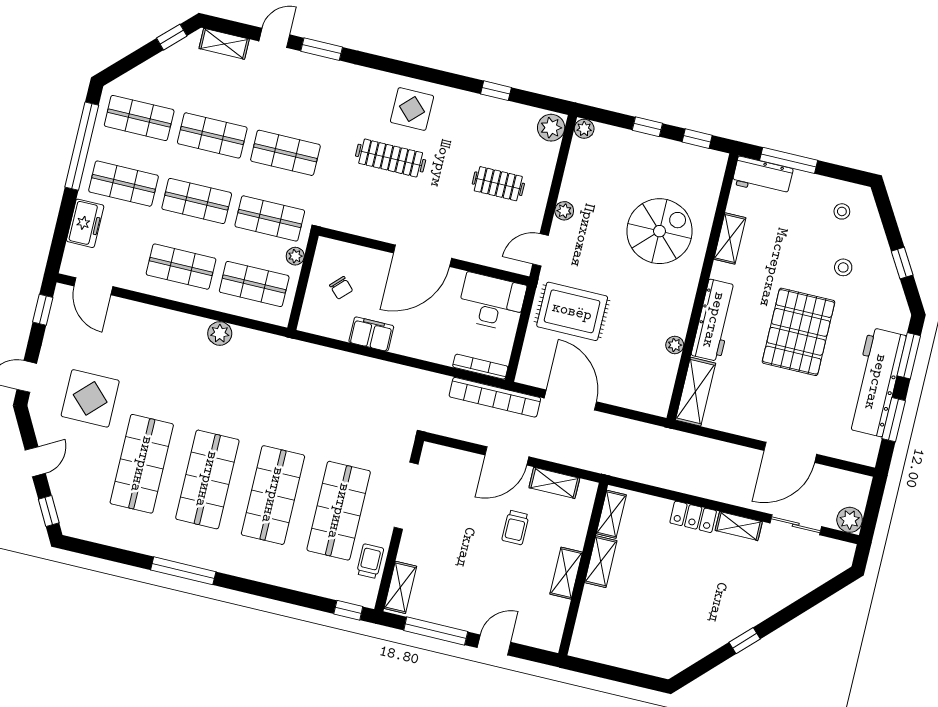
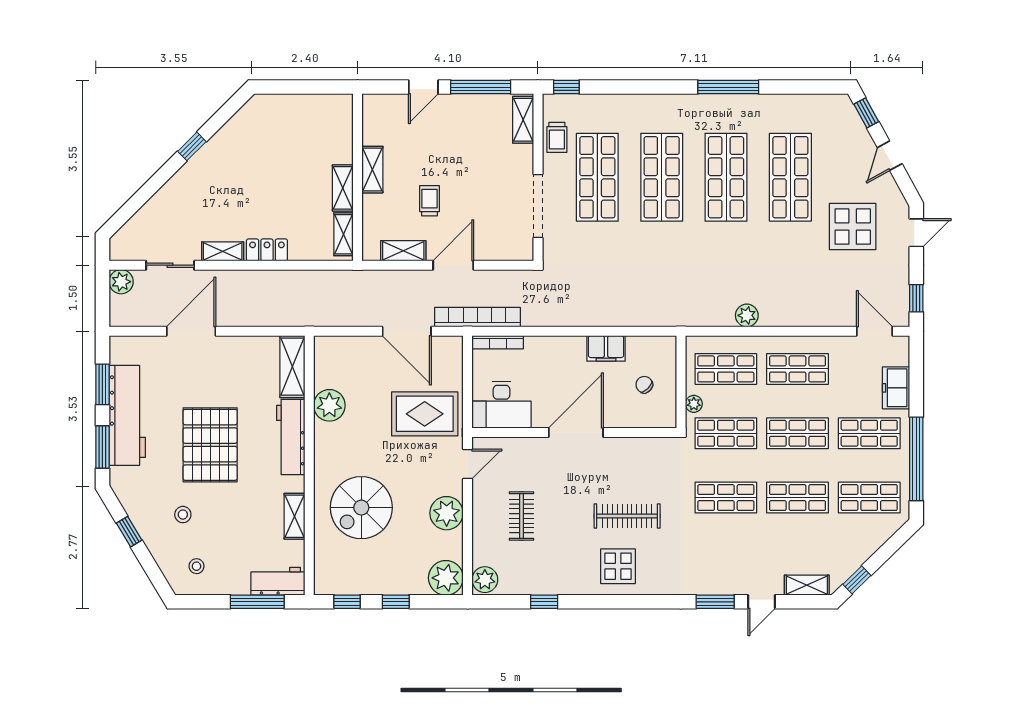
plant: (584, 129) -> (446, 578), width x1.88, depth x1.88
clothes rail: (498, 184) -> (521, 516), turned 90
plant: (564, 211) -> (447, 513), width x1.88, depth x1.88
plant: (675, 345) -> (329, 405), width x1.88, depth x1.88

